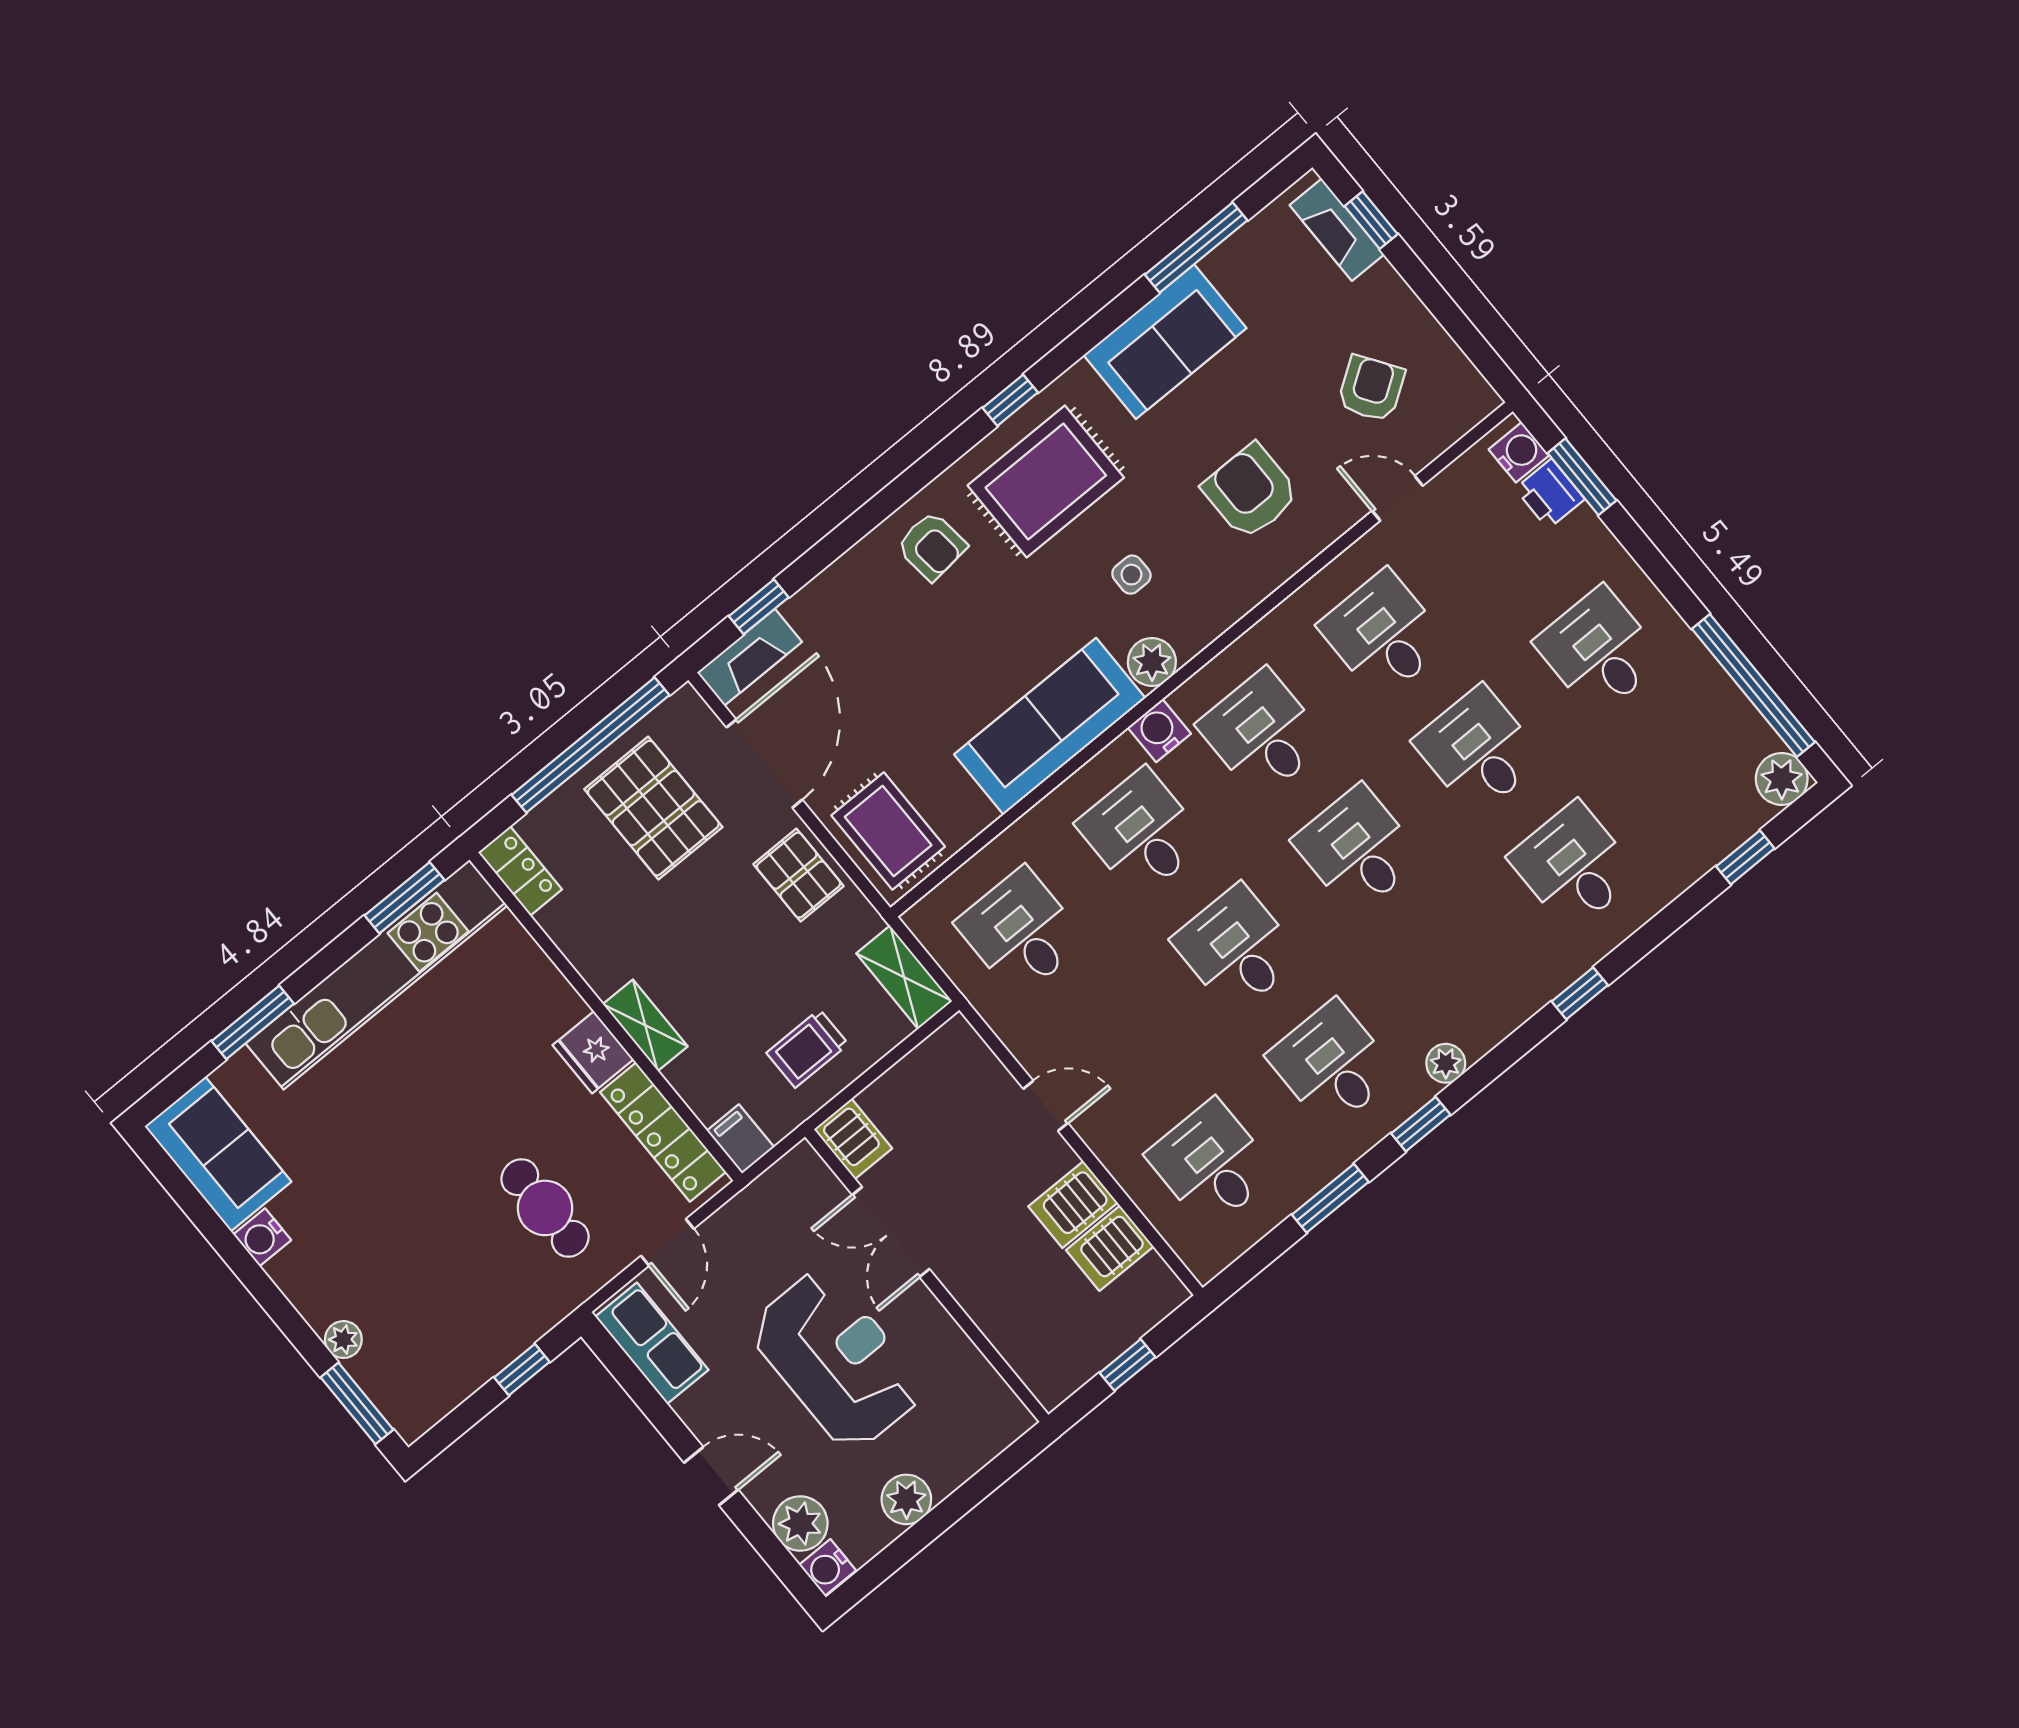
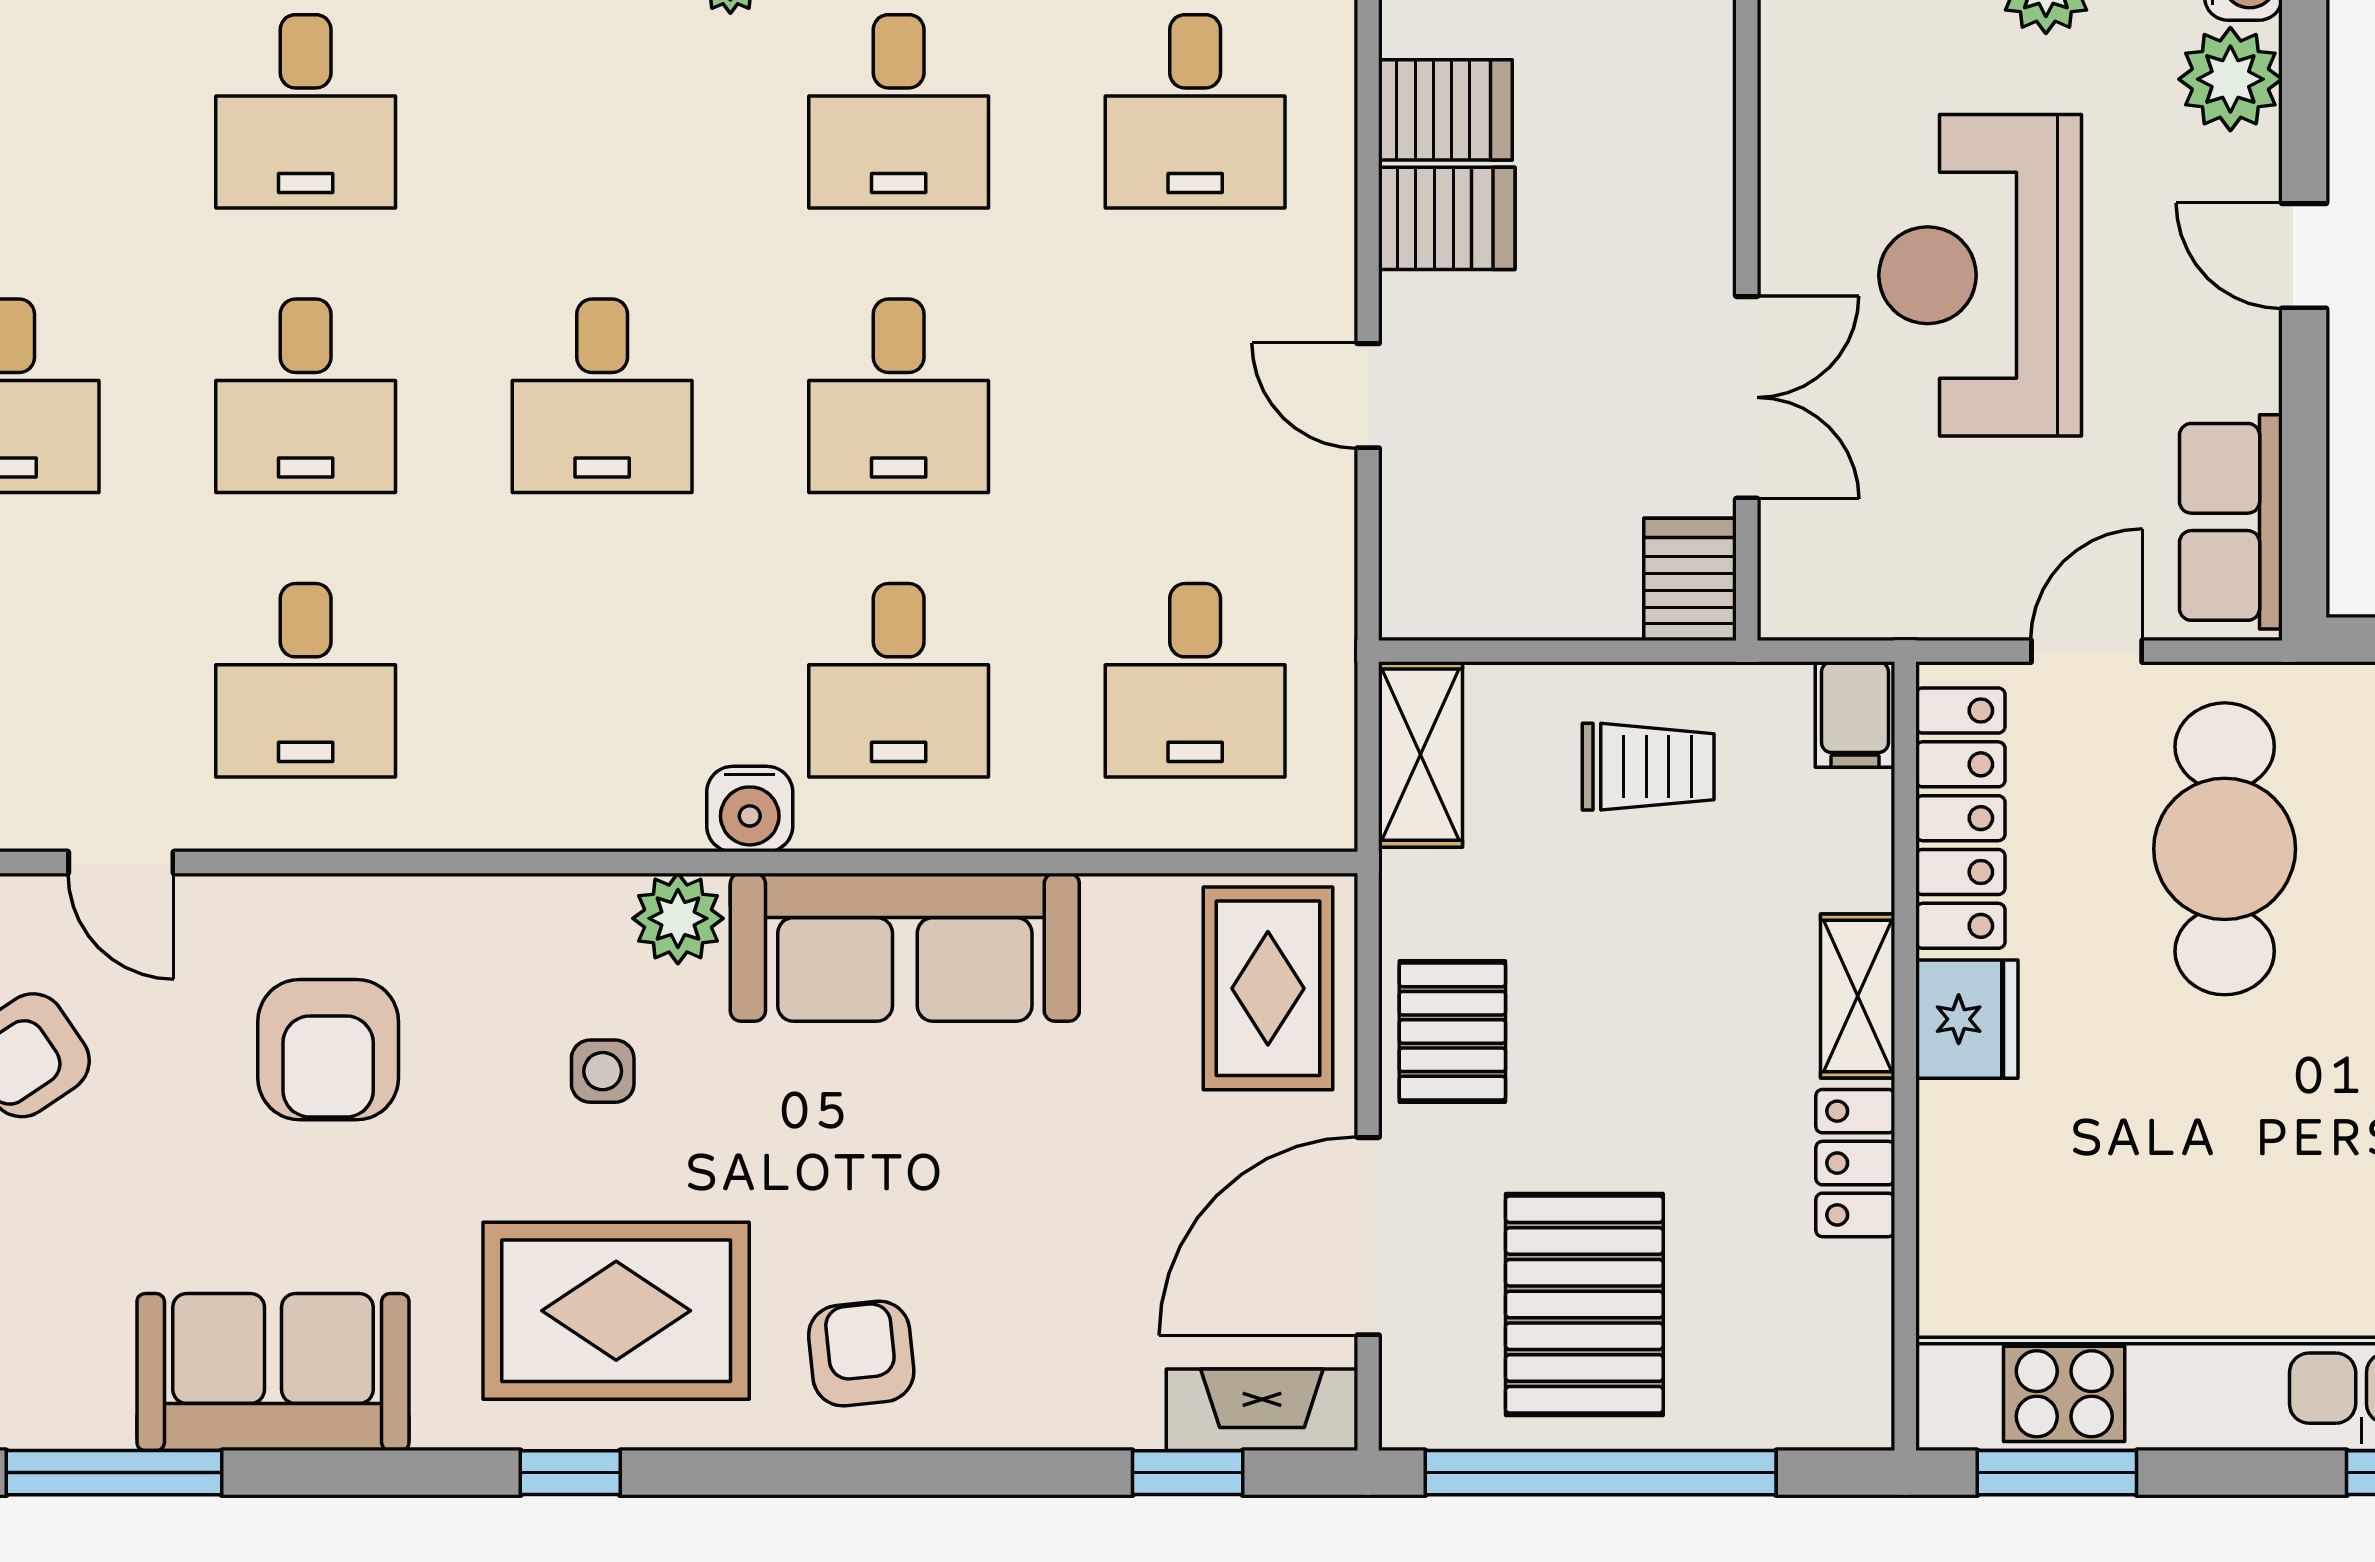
desk: (1262, 734) -> (602, 680), removed
locker: (520, 871) -> (1855, 1163), moved
cafe table: (545, 1208) -> (2225, 849), width x1.37, depth x1.35

